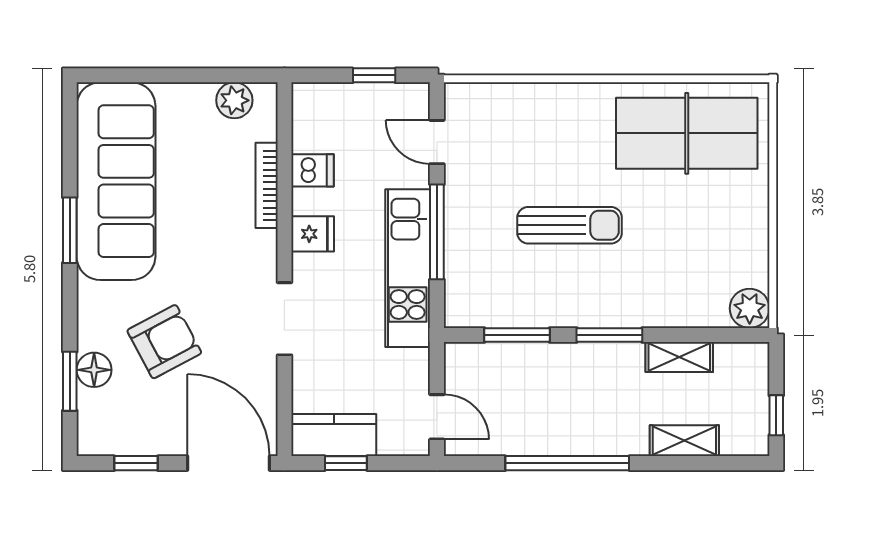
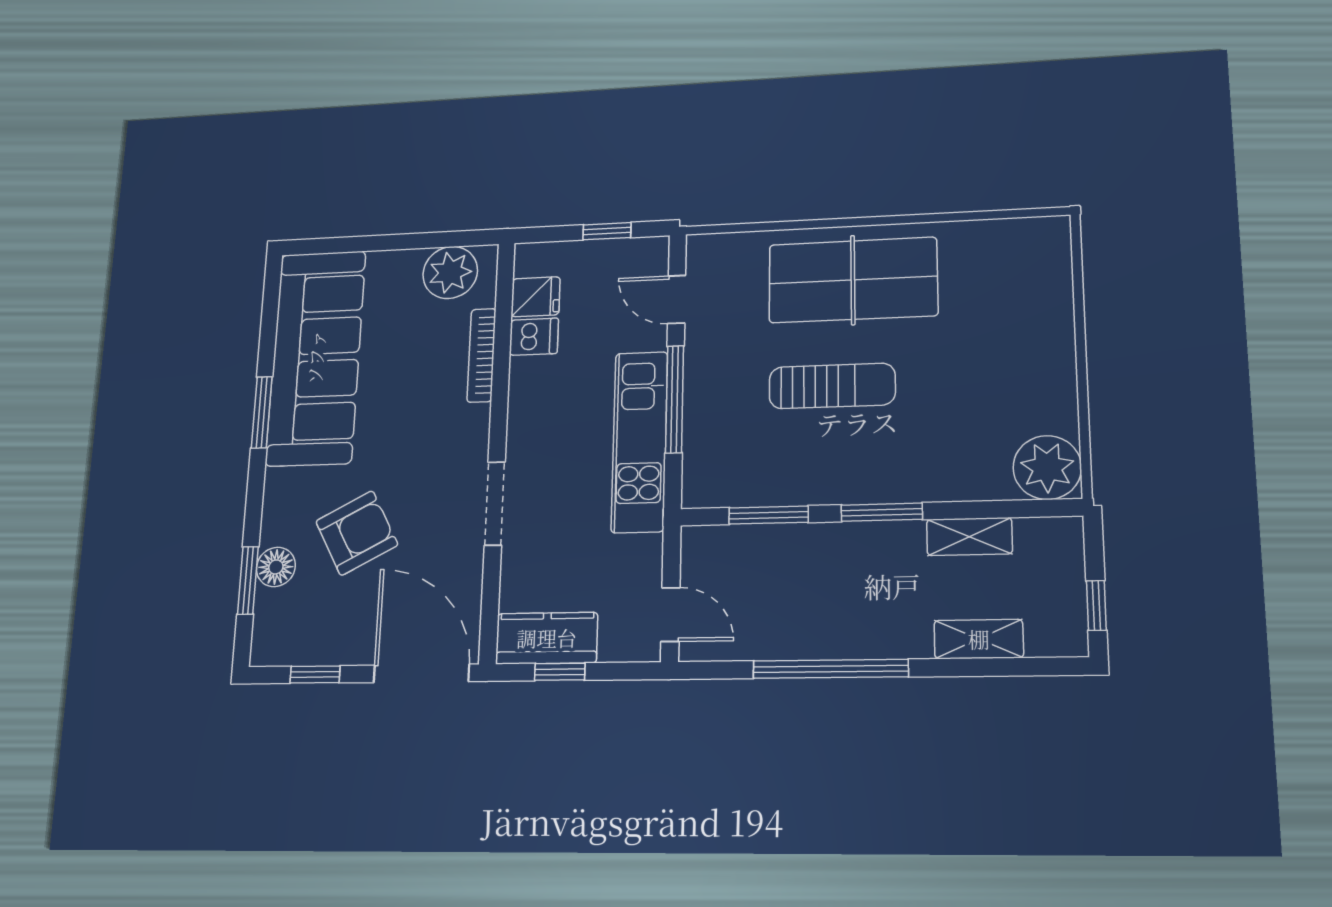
plant: (234, 100) -> (450, 272), width x1.36, depth x1.36
table tennis table: (687, 133) -> (853, 280), moved
fridge: (313, 234) -> (536, 297), moved
plant: (750, 308) -> (1047, 467), width x1.36, depth x1.36

